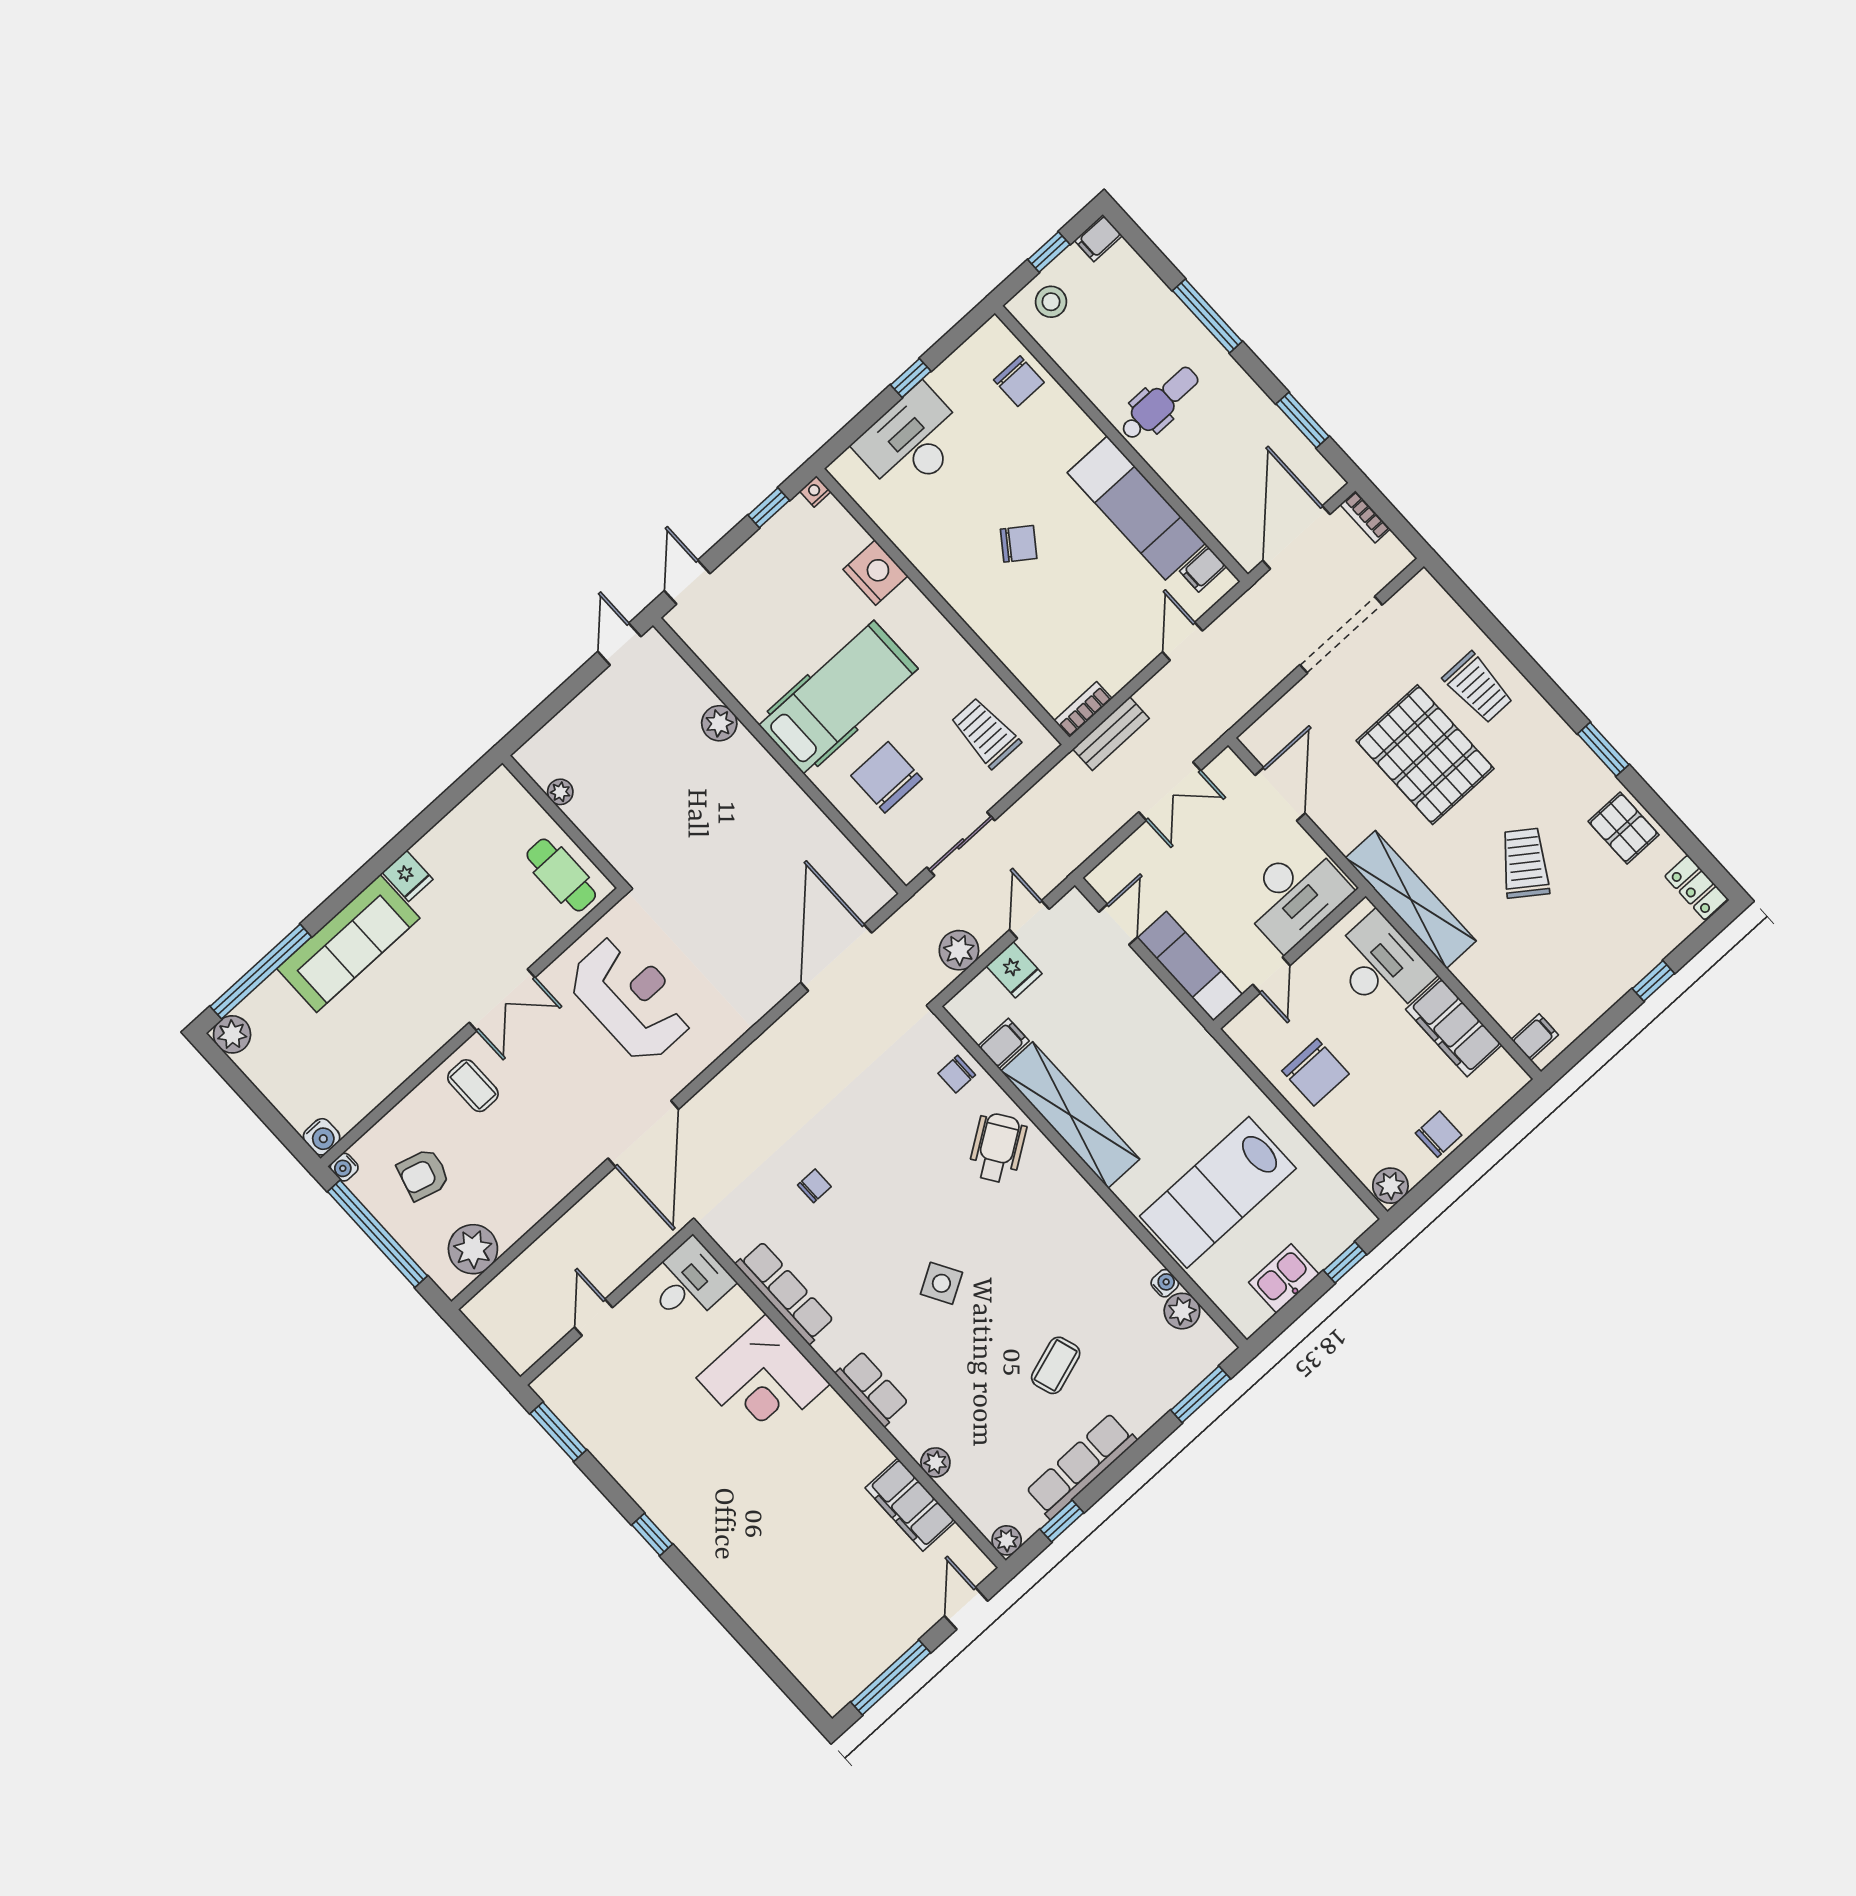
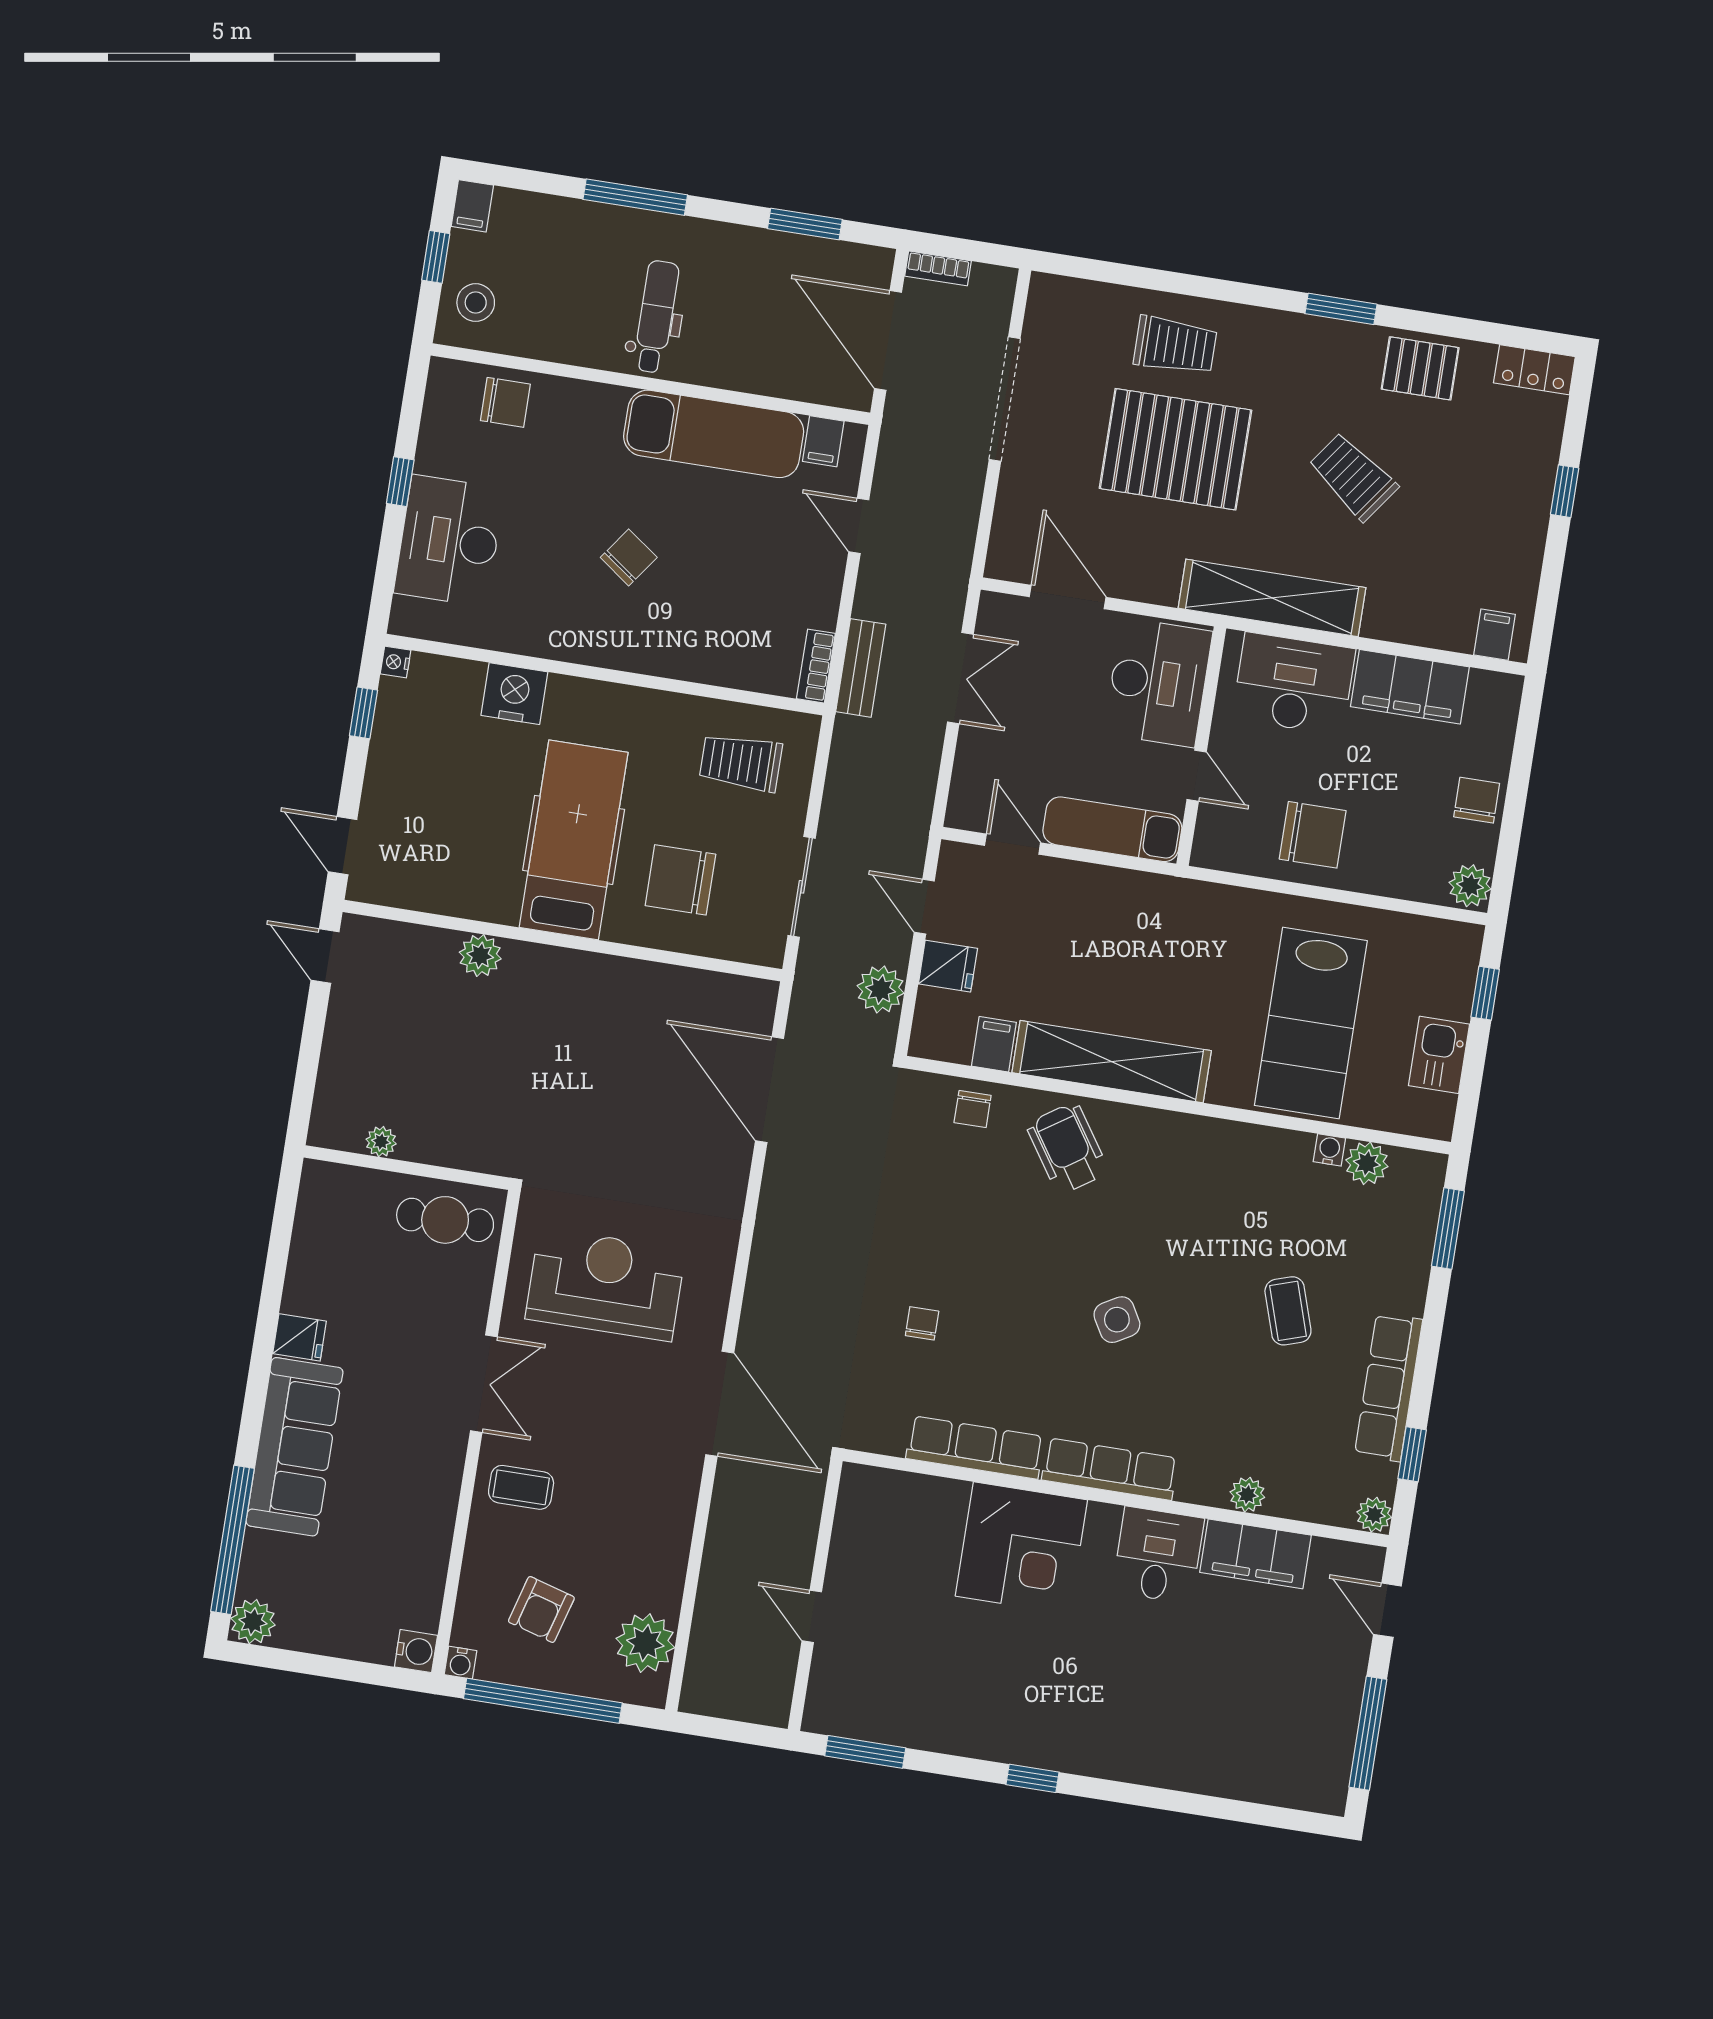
desk: (689, 1282) -> (1158, 1555), moved
row of seats: (872, 1389) -> (1110, 1469), width x1.48

